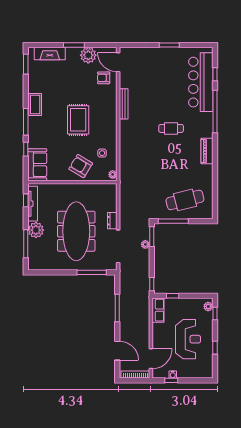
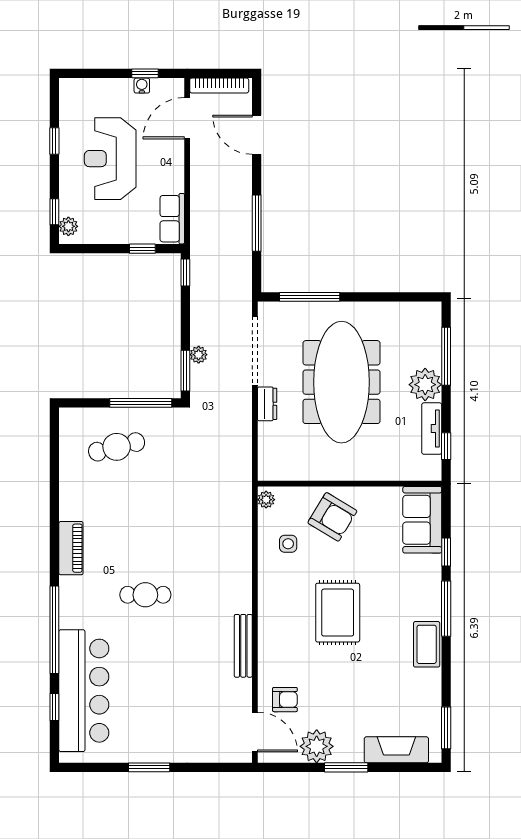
cafe table: (185, 200) -> (117, 447), width x0.73, depth x0.74
tv unit: (33, 204) -> (432, 429), width x0.71

